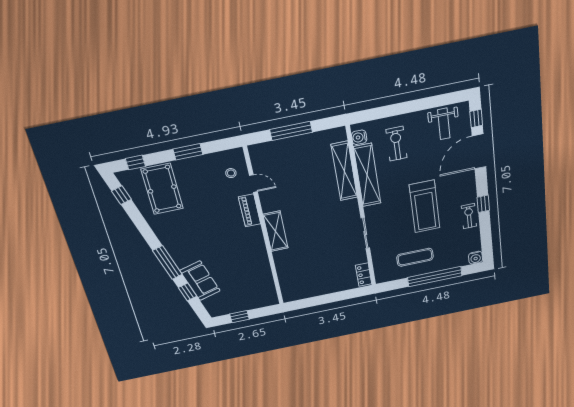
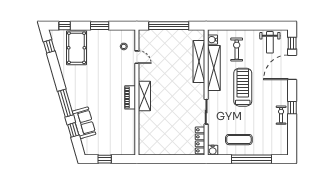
window: (291, 131) -> (169, 26), width x1.46
treadmill: (425, 207) -> (243, 87), moved, turned 180
piano: (250, 210) -> (130, 97), moved
water cooler: (476, 258) -> (213, 150), moved
locker: (364, 275) -> (200, 140), width x1.53

